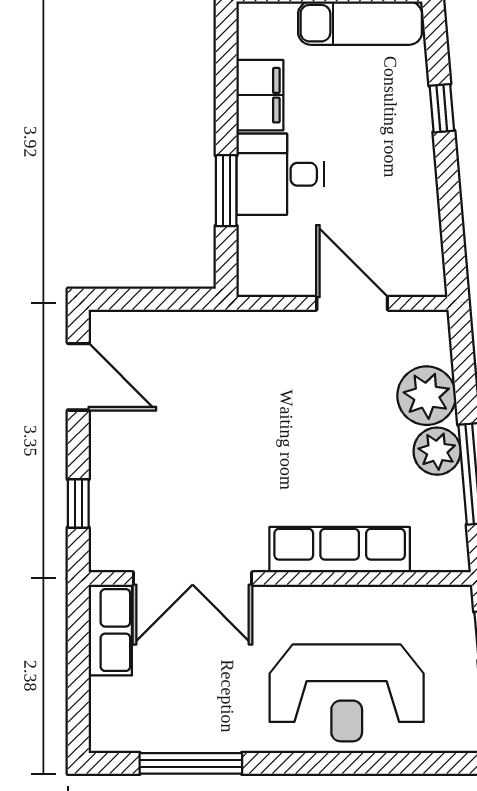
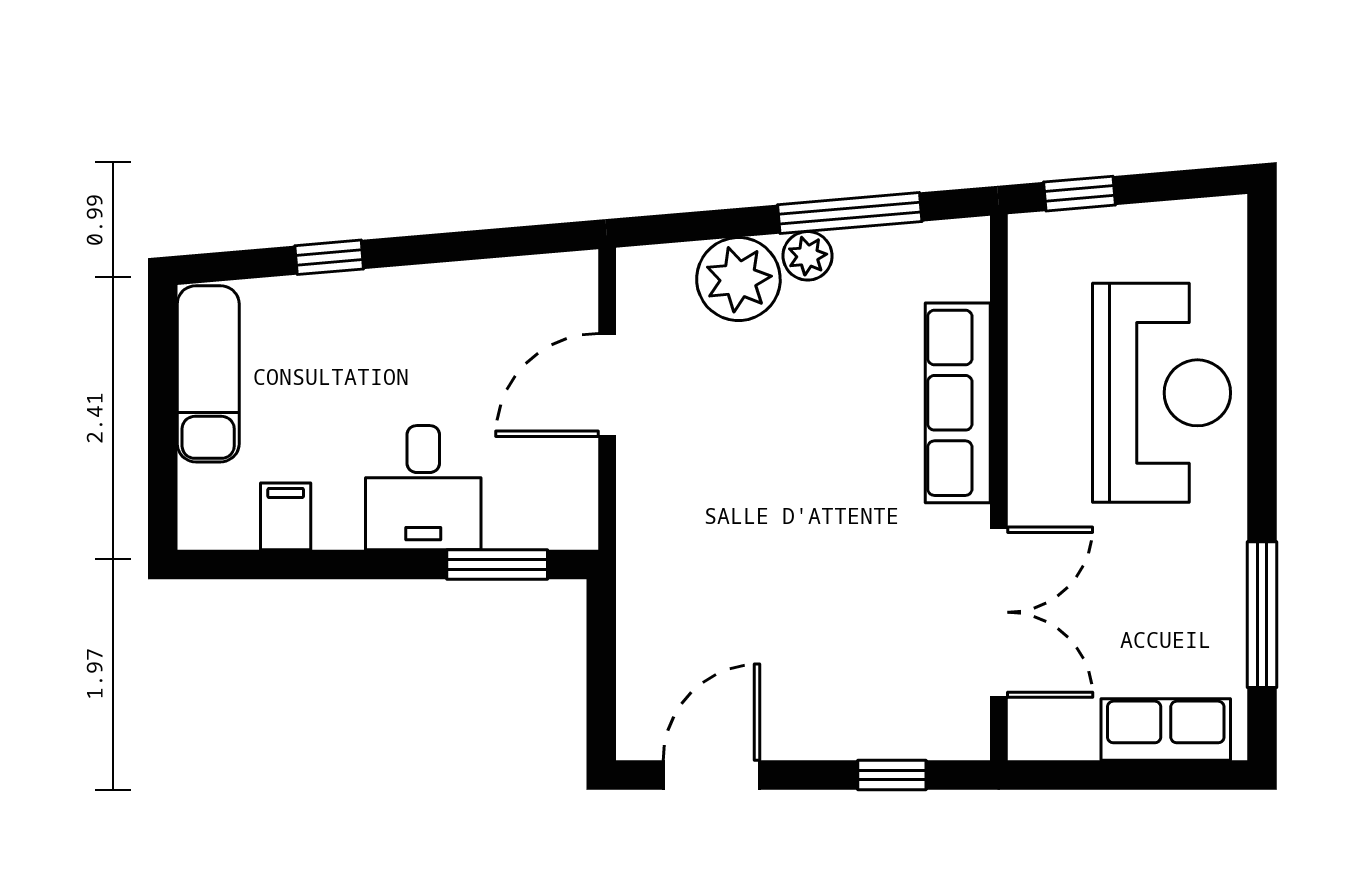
filing cabinet: (260, 95) -> (286, 516), width x0.50
window: (226, 191) -> (497, 564), moved
plant: (437, 451) -> (808, 256), width x0.73, depth x0.73
row of seats: (110, 630) -> (1166, 729), moved

